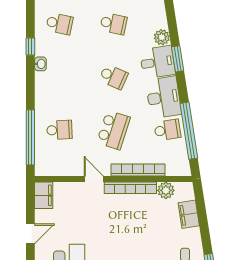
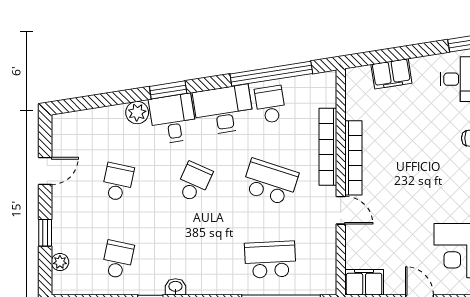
school desk: (59, 130) -> (270, 260), width x1.85
door: (94, 179) -> (341, 210), swing flipped
plant: (166, 190) -> (357, 107), removed

